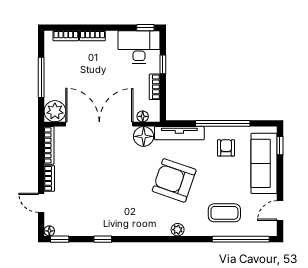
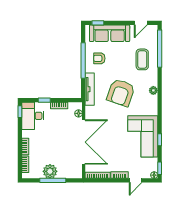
plant: (55, 111) -> (50, 171), moved
double door: (99, 124) -> (84, 142), swing flipped
floor lamp: (144, 136) -> (92, 113), removed
door: (280, 211) -> (141, 23), hinge flipped
corner sofa: (108, 214) -> (143, 136), added

